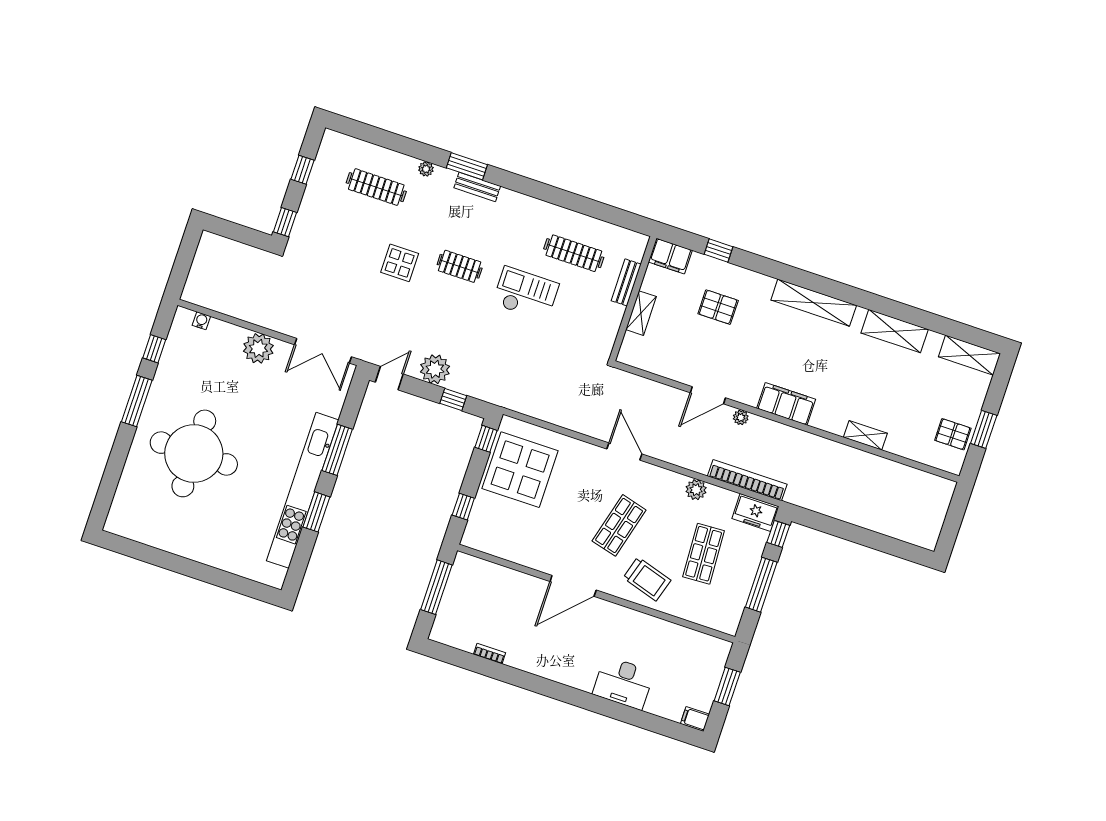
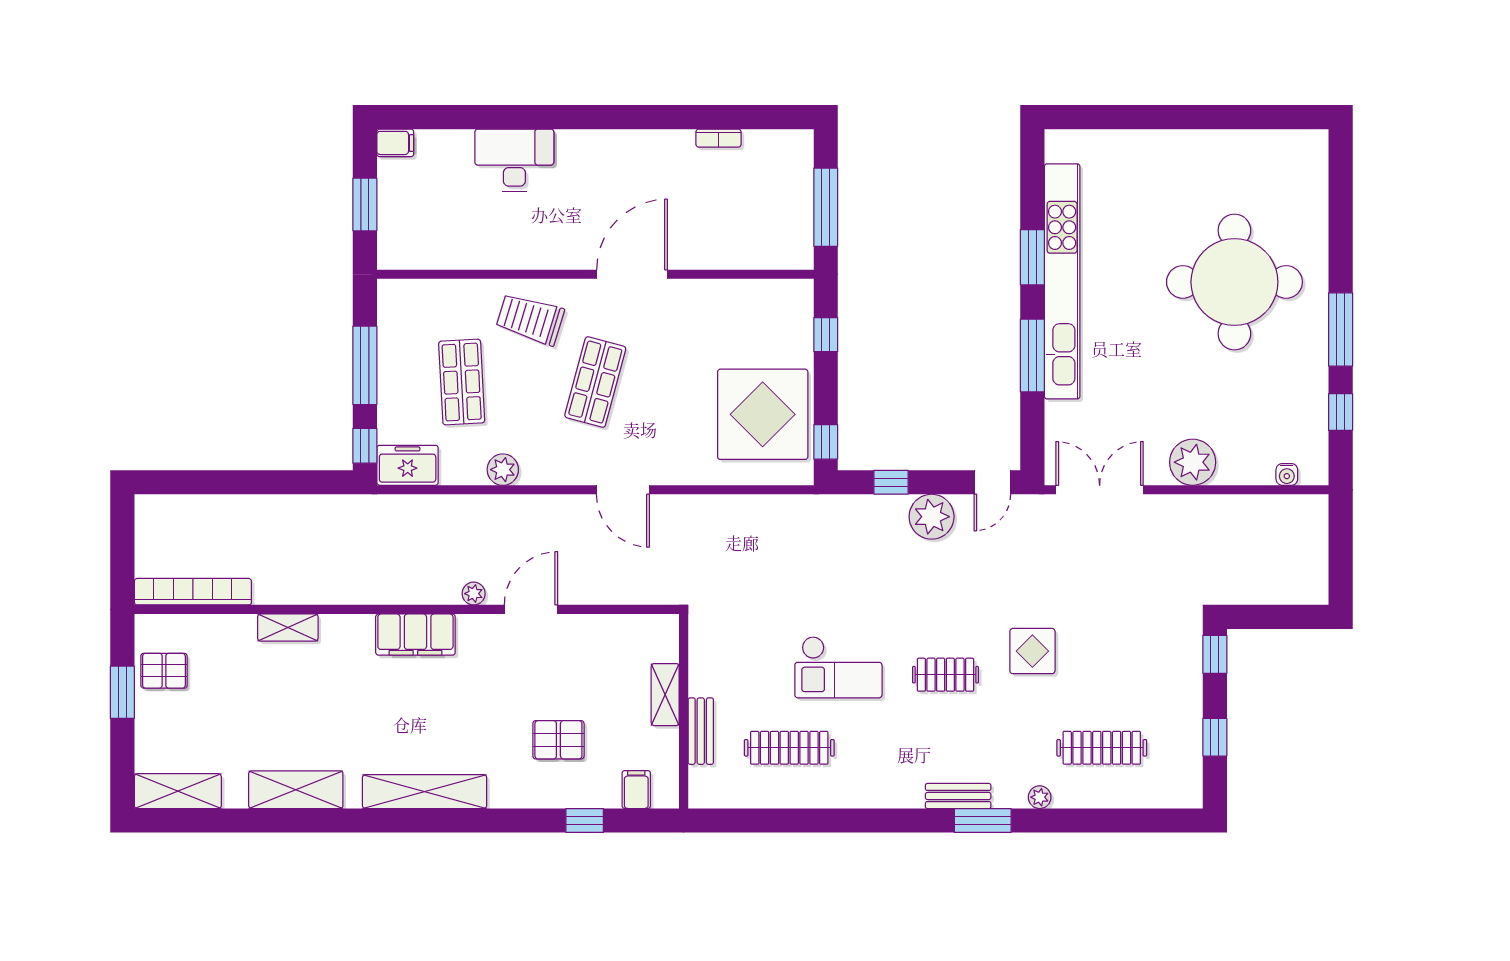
filing cabinet: (670, 256) -> (636, 790), width x0.50
bookcase: (747, 480) -> (193, 592), moved, turned 180

